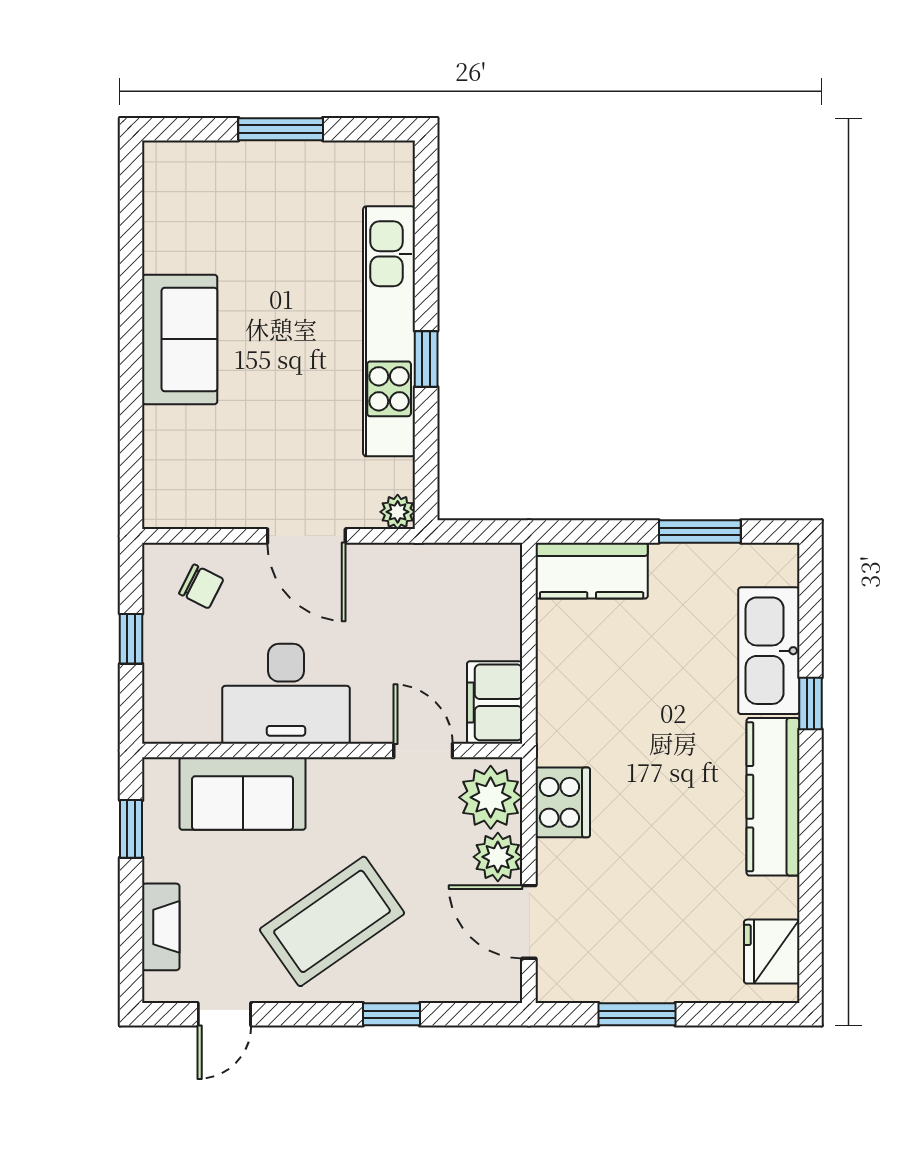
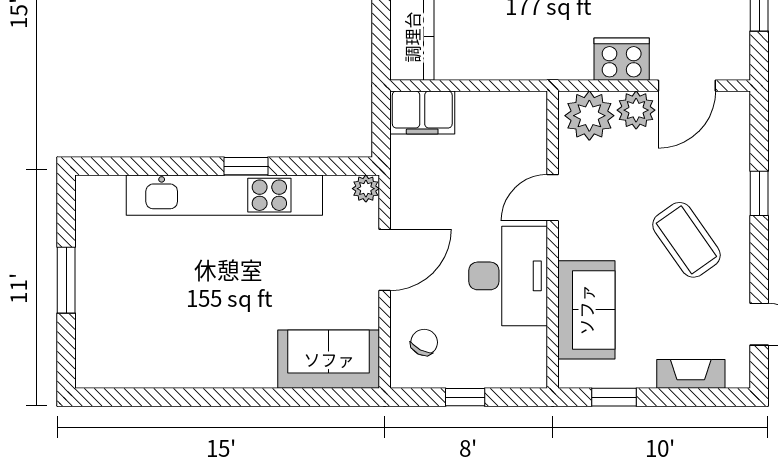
sofa: (180, 339) -> (329, 359), moved
filing cabinet: (495, 702) -> (422, 113), moved
door: (423, 751) -> (553, 198), moved
cooker: (563, 802) -> (622, 59), moved
coffee table: (332, 921) -> (686, 240), width x0.73, depth x0.76

